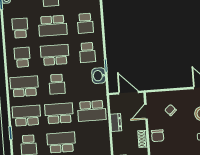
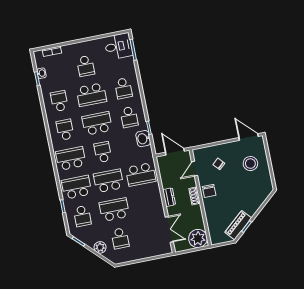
school desk: (57, 84) -> (103, 152), turned 180
dresser: (116, 122) -> (169, 197), moved

